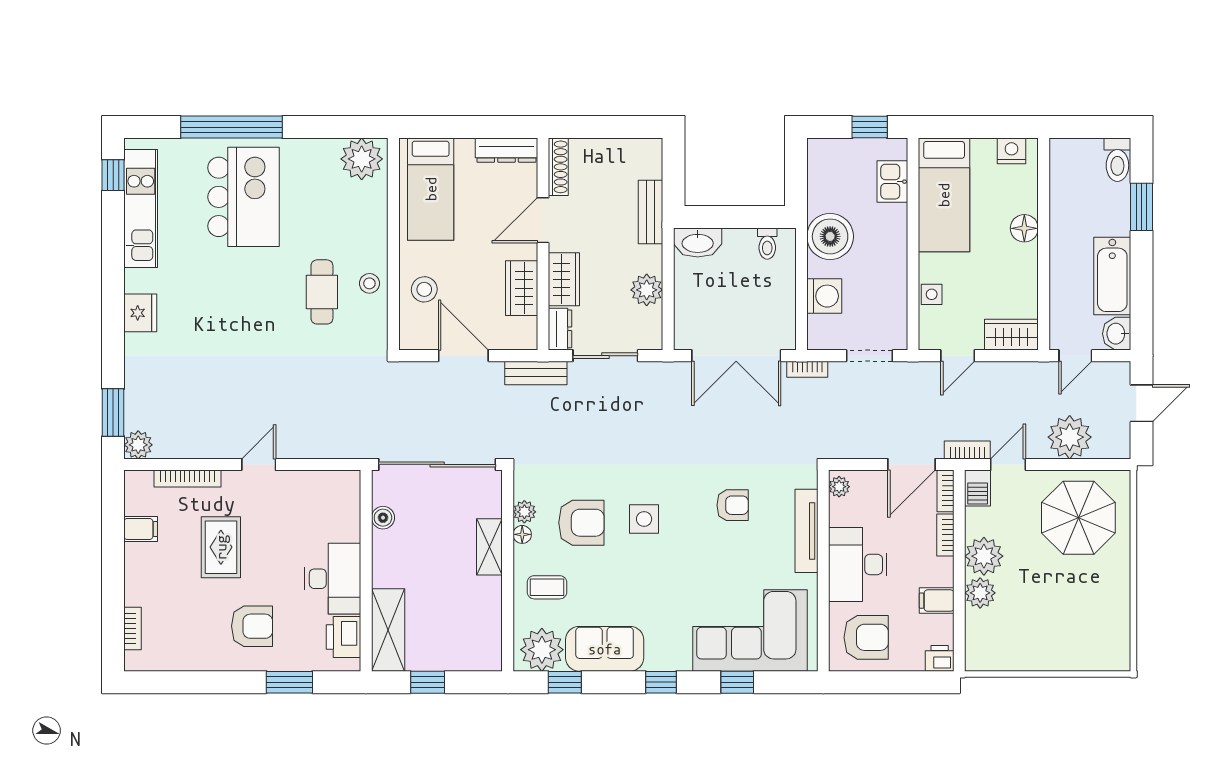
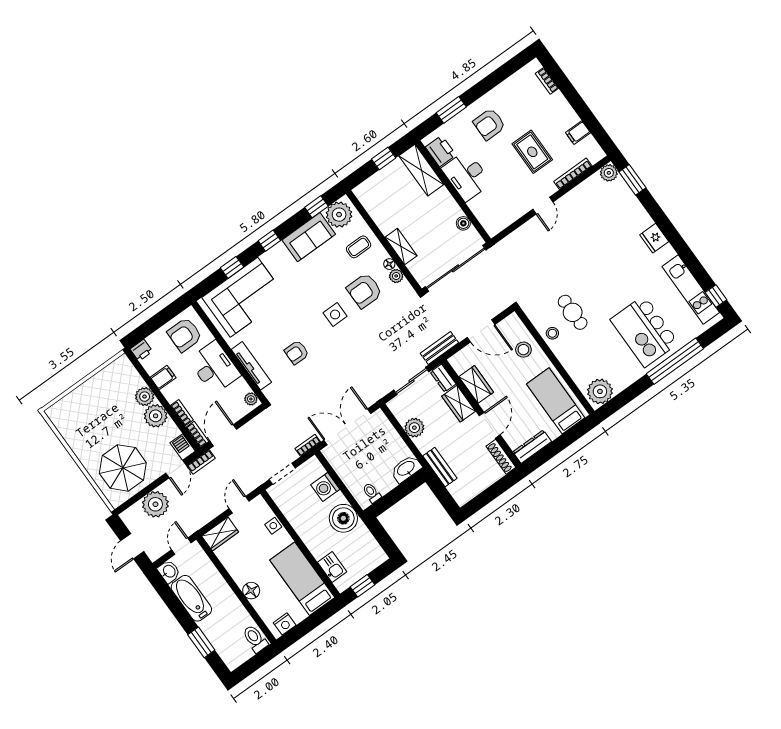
toilet: (1117, 160) -> (255, 639), moved

